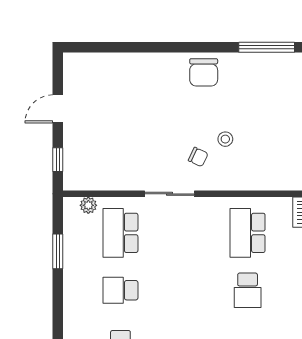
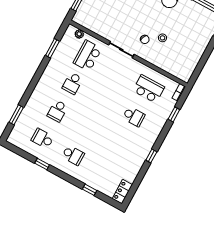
school desk: (248, 233) -> (149, 89), turned 90
school desk: (120, 290) -> (72, 83), turned -90
school desk: (248, 290) -> (134, 117), turned -90

